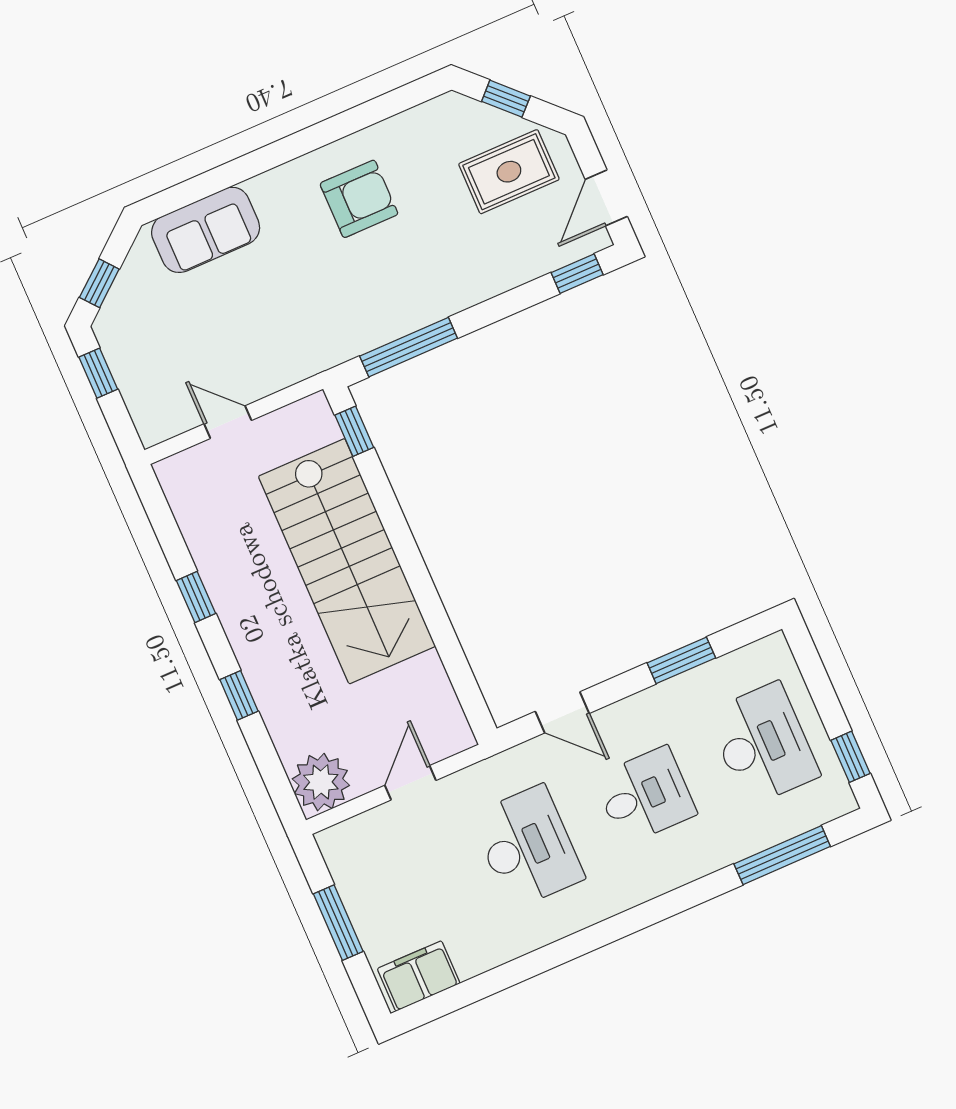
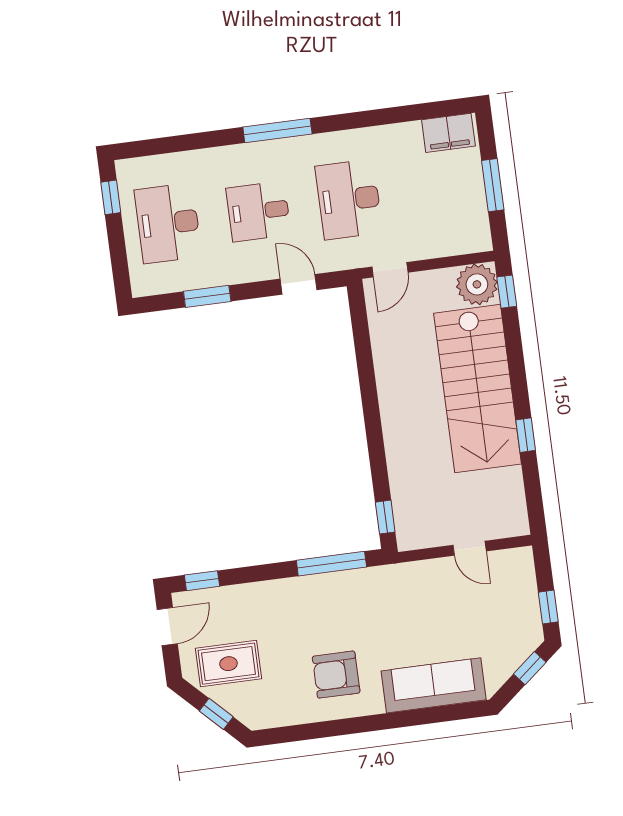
sofa: (206, 230) -> (434, 685), width x1.36
stairs: (347, 561) -> (478, 389), moved, turned 180
window: (239, 695) -> (507, 292), moved
door: (410, 783) -> (390, 270), moved
window: (782, 855) -> (277, 130), moved

